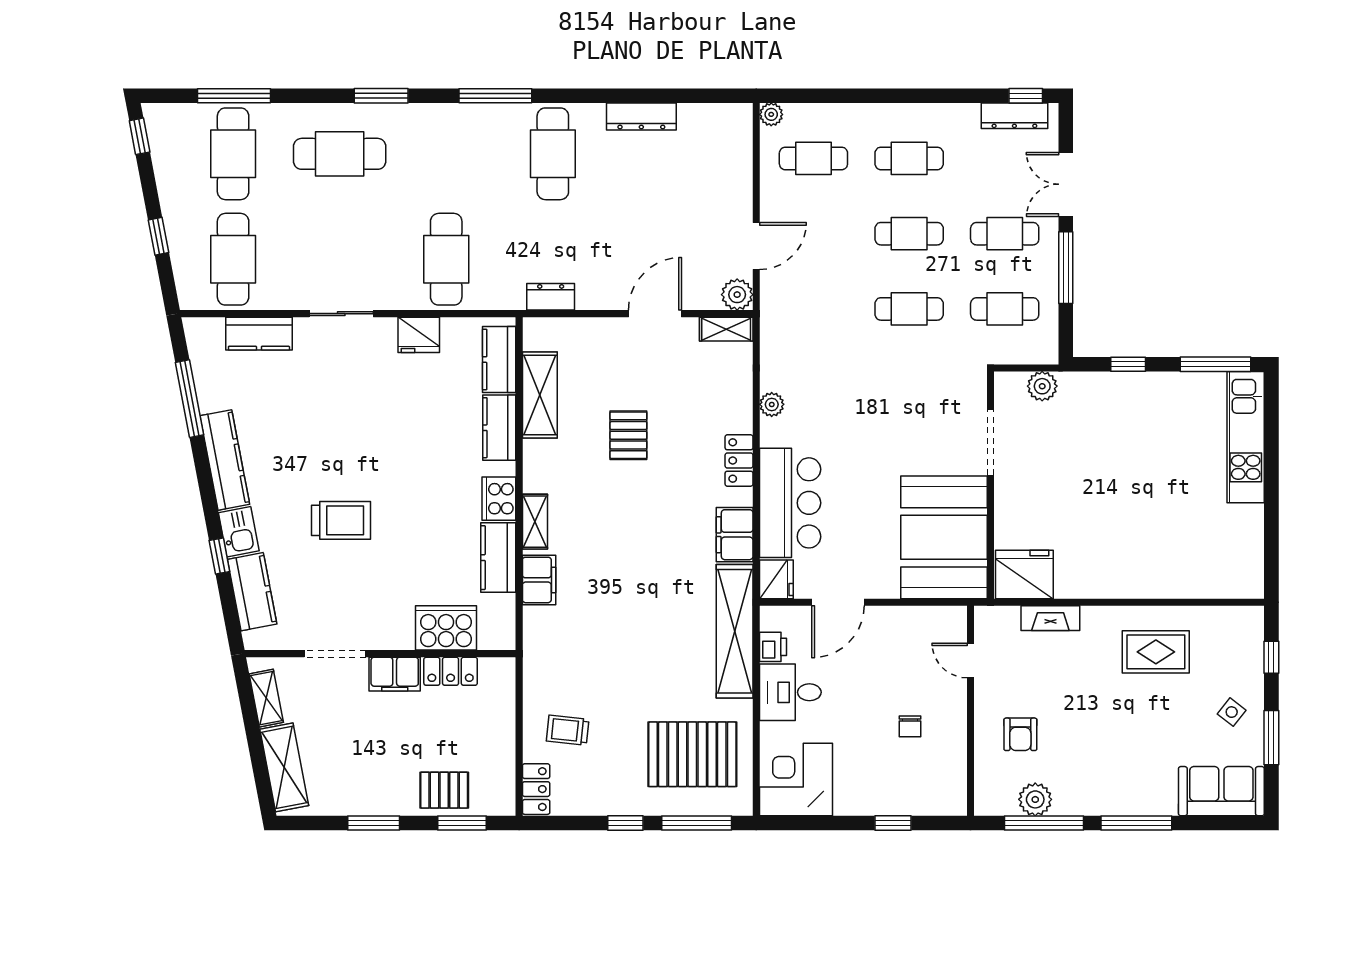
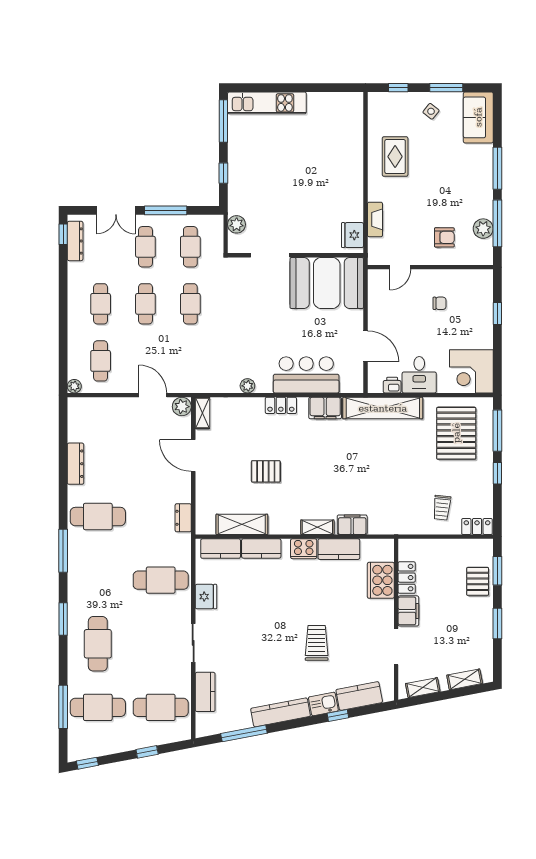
fridge: (1024, 574) -> (353, 235), width x0.73, depth x0.75
fridge: (776, 579) -> (352, 383), removed
shelving: (284, 767) -> (465, 679), width x0.67, depth x0.75

